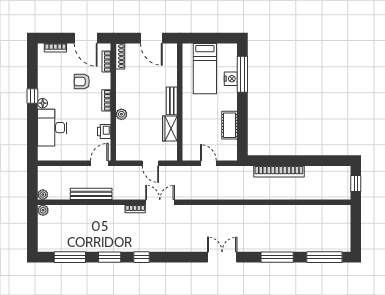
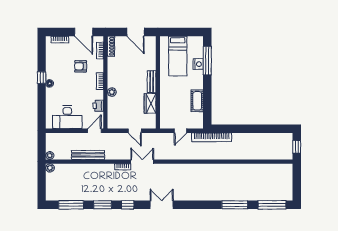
desk: (52, 128) -> (67, 117), moved, turned -90
door: (208, 163) -> (180, 131), swing flipped
bookcase: (279, 171) -> (212, 137), moved
double door: (222, 257) -> (162, 205), moved

